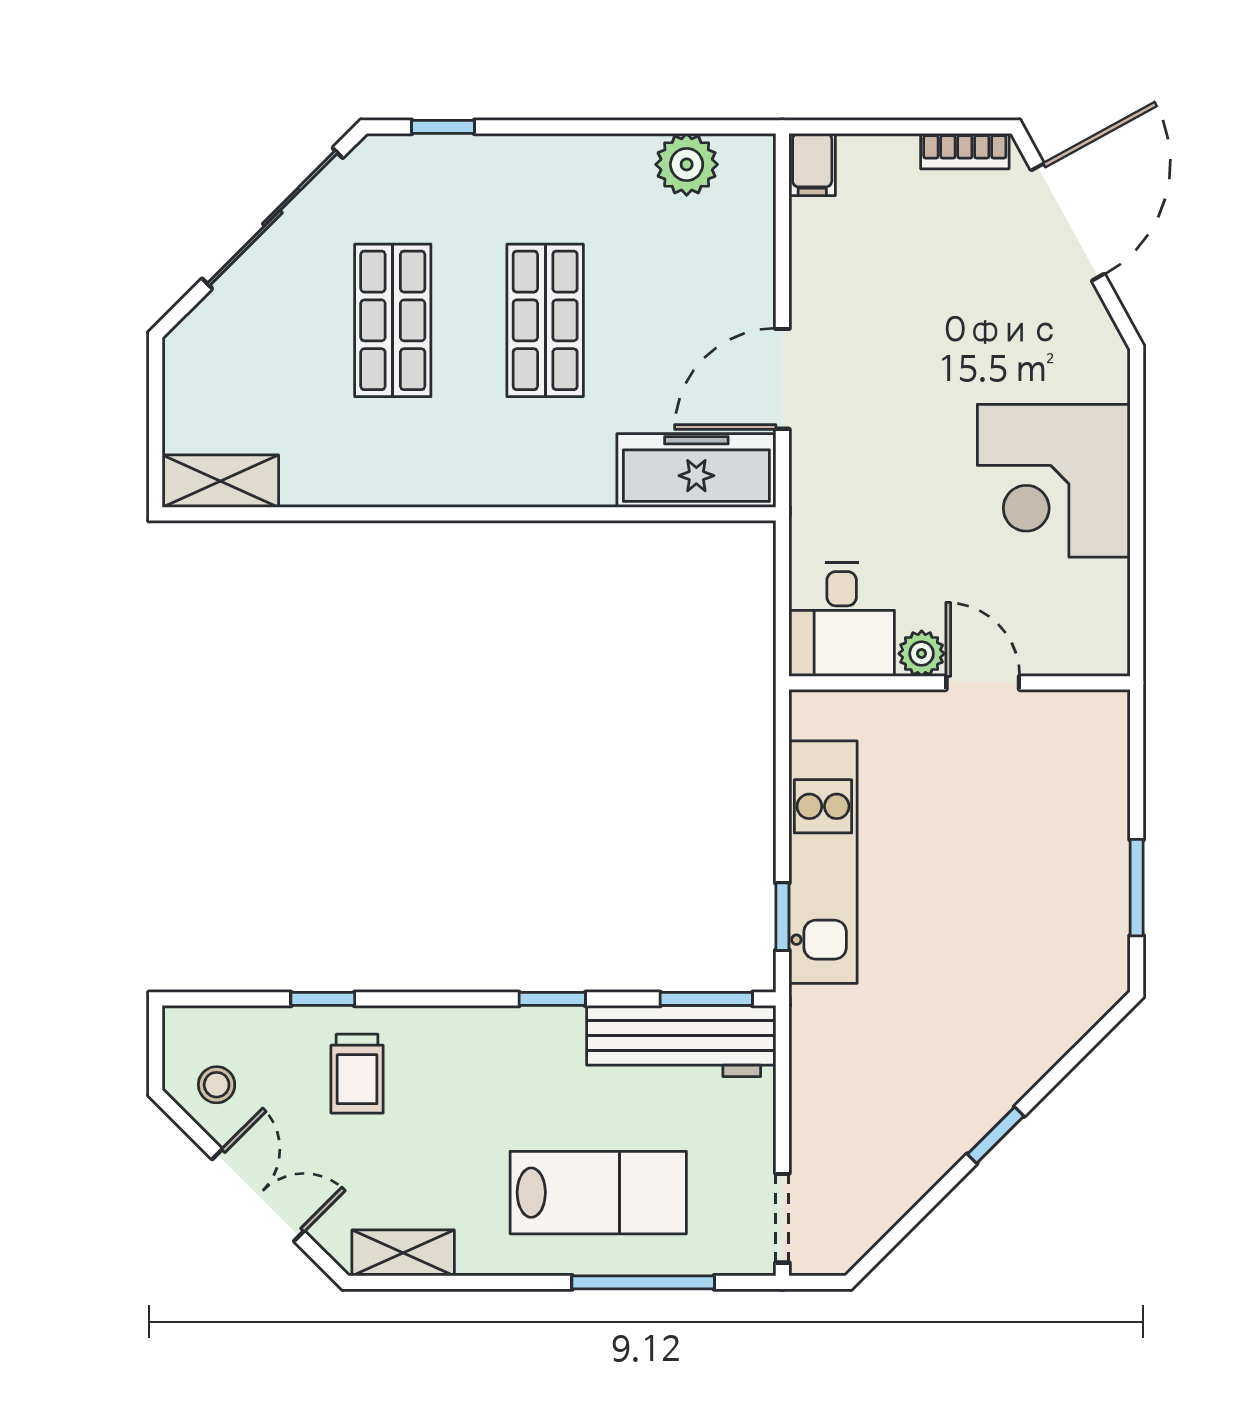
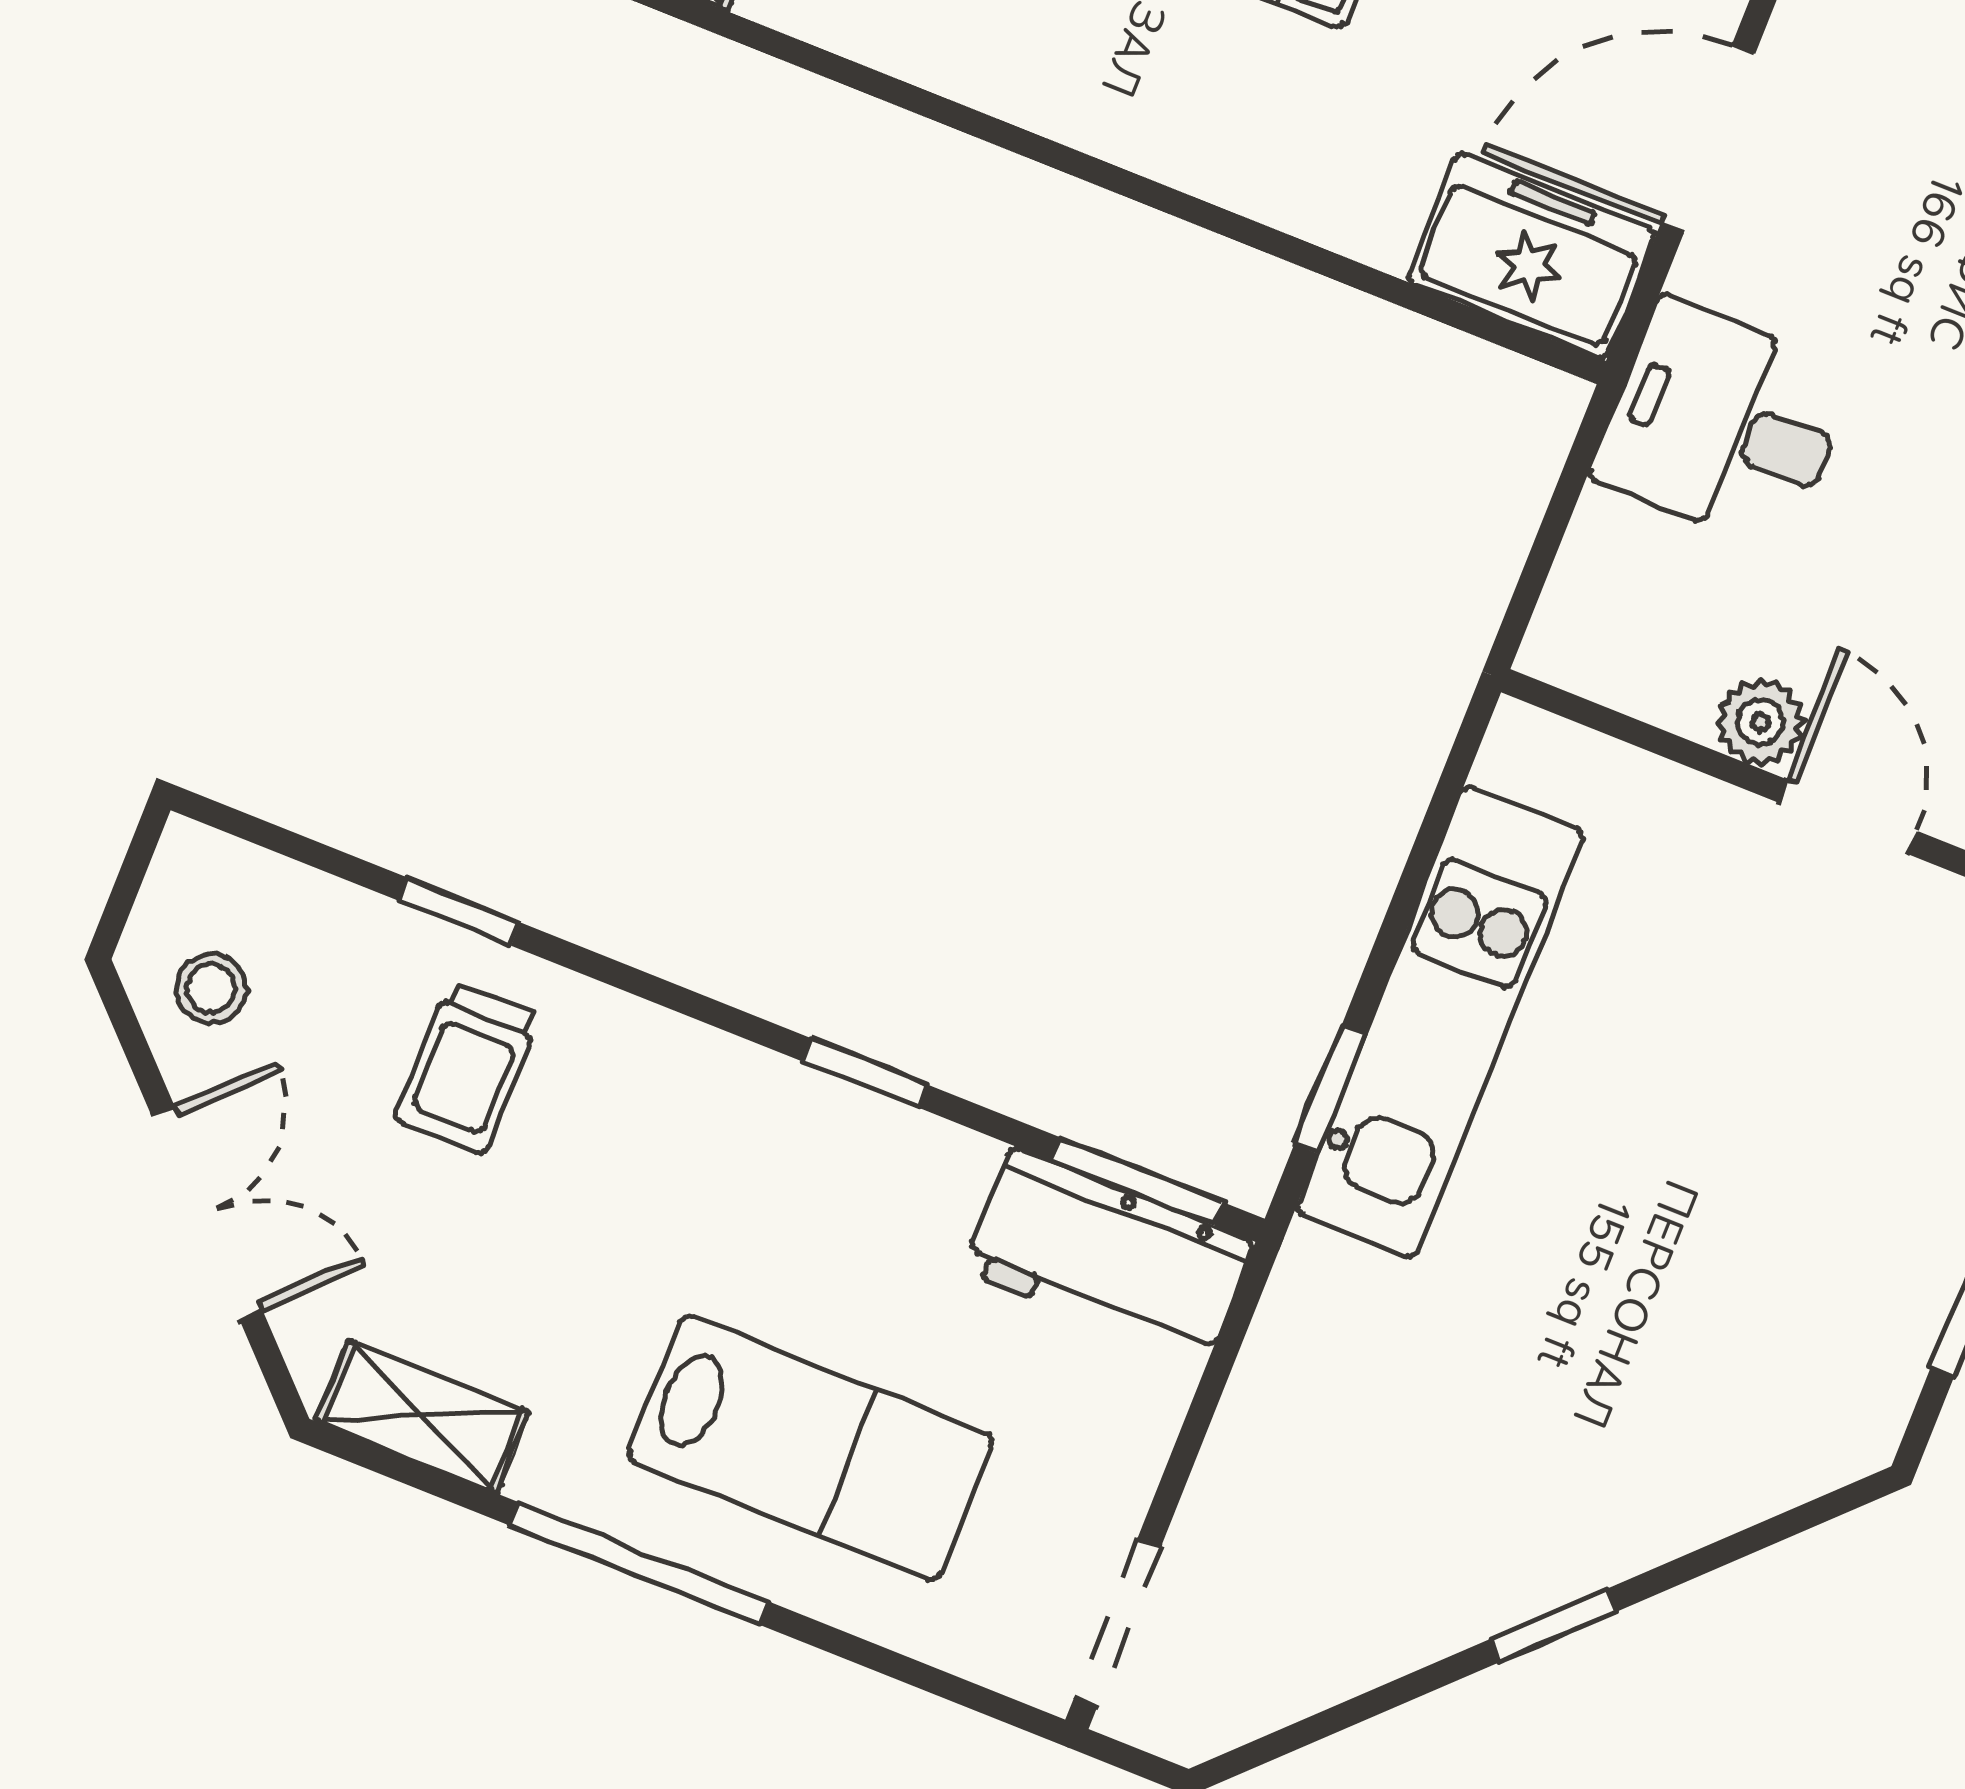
freezer: (696, 470) -> (1532, 256), width x0.71
desk: (842, 619) -> (1724, 424), moved, turned 90
workbench: (681, 1041) -> (1109, 1256), width x0.73
window: (643, 1282) -> (639, 1564), moved

